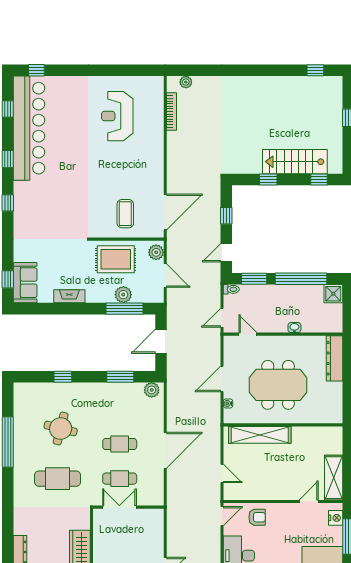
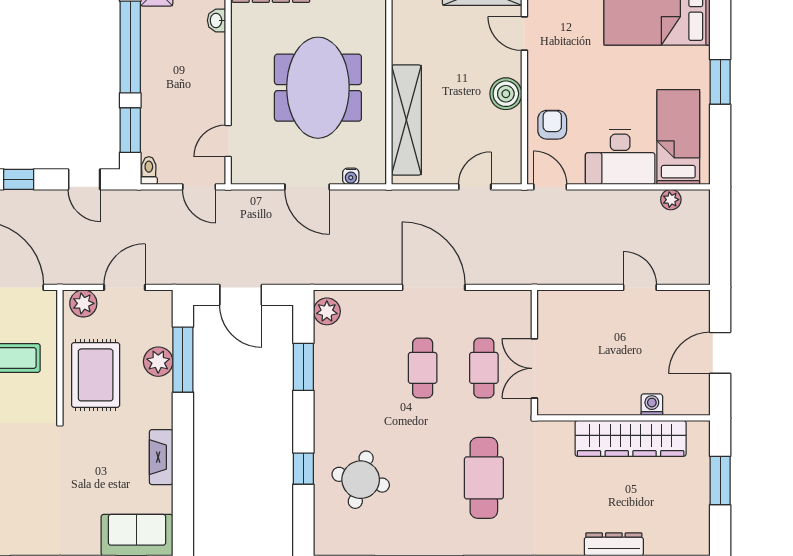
washbasin: (294, 328) -> (216, 20), moved
round table: (61, 429) -> (361, 480), moved
boiler: (275, 491) -> (506, 94), added

